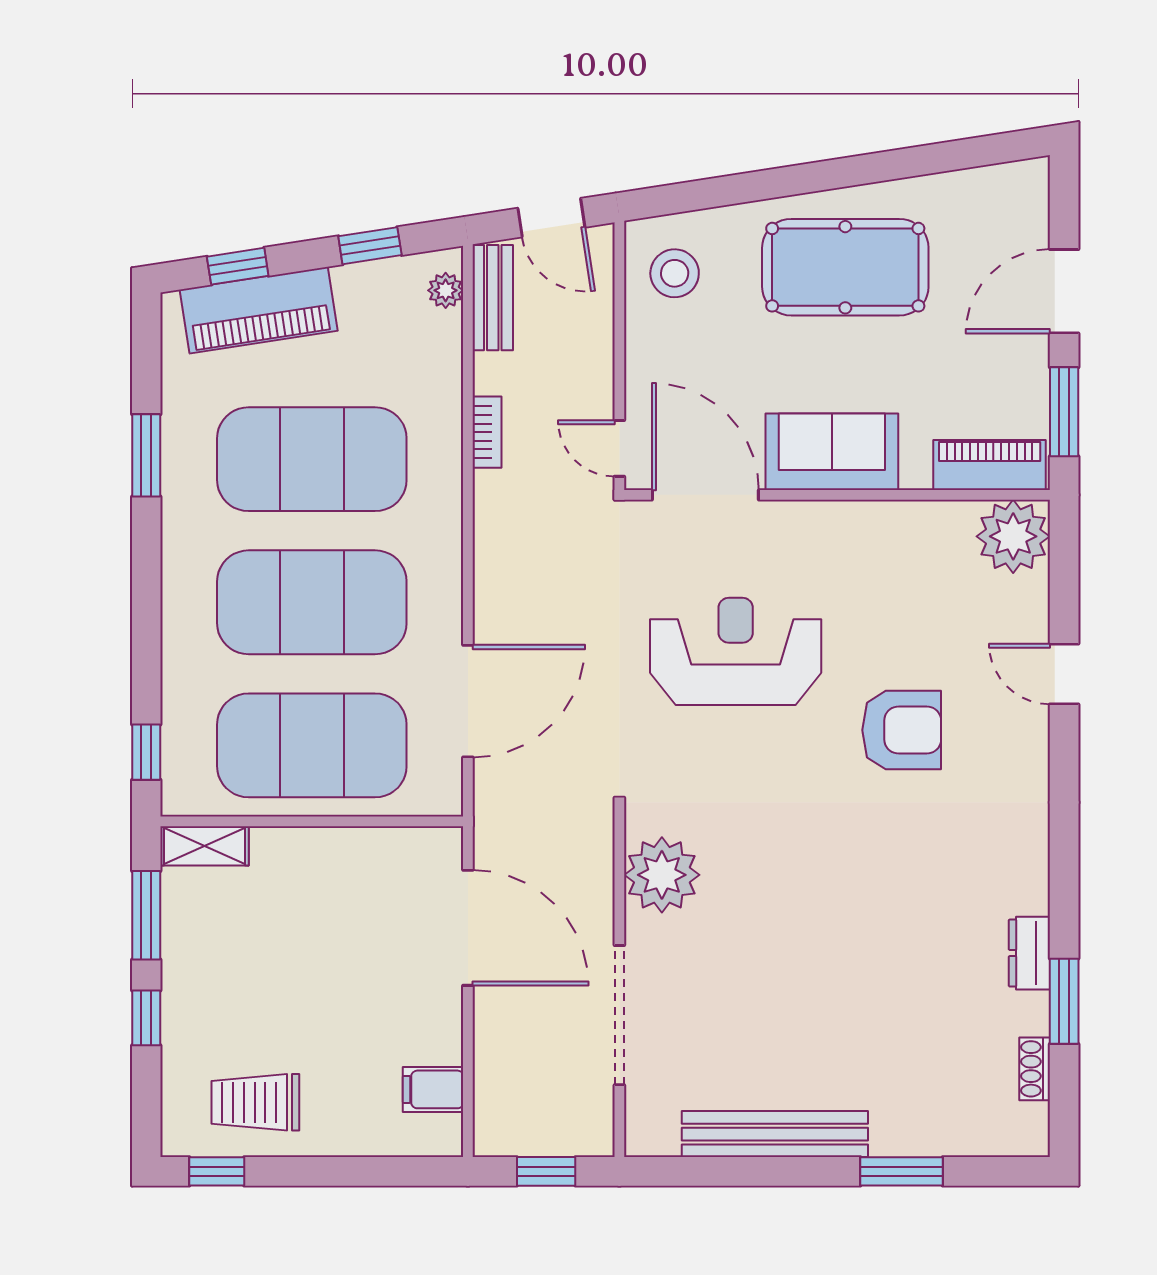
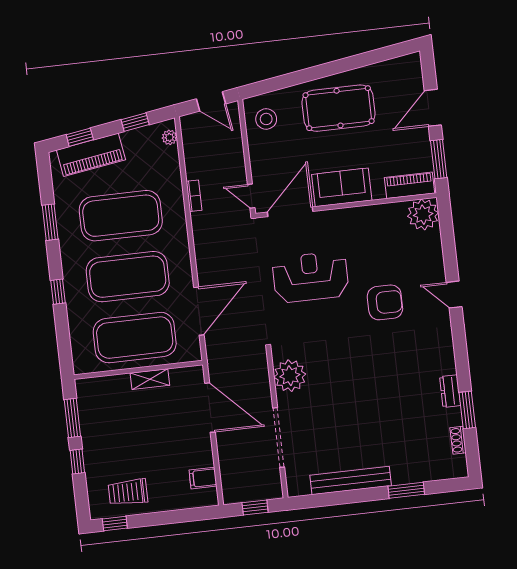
bench: (493, 298) -> (190, 138), removed
door: (705, 495) -> (290, 212), hinge flipped
door: (1064, 674) -> (454, 295), moved
window: (146, 752) -> (58, 292), moved
shelving: (204, 846) -> (150, 379), moved

